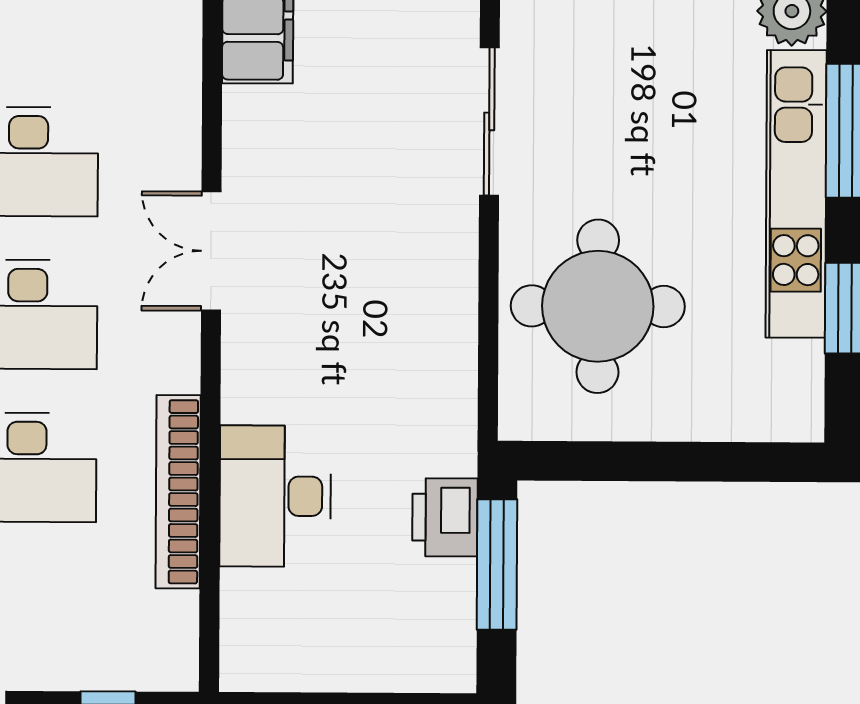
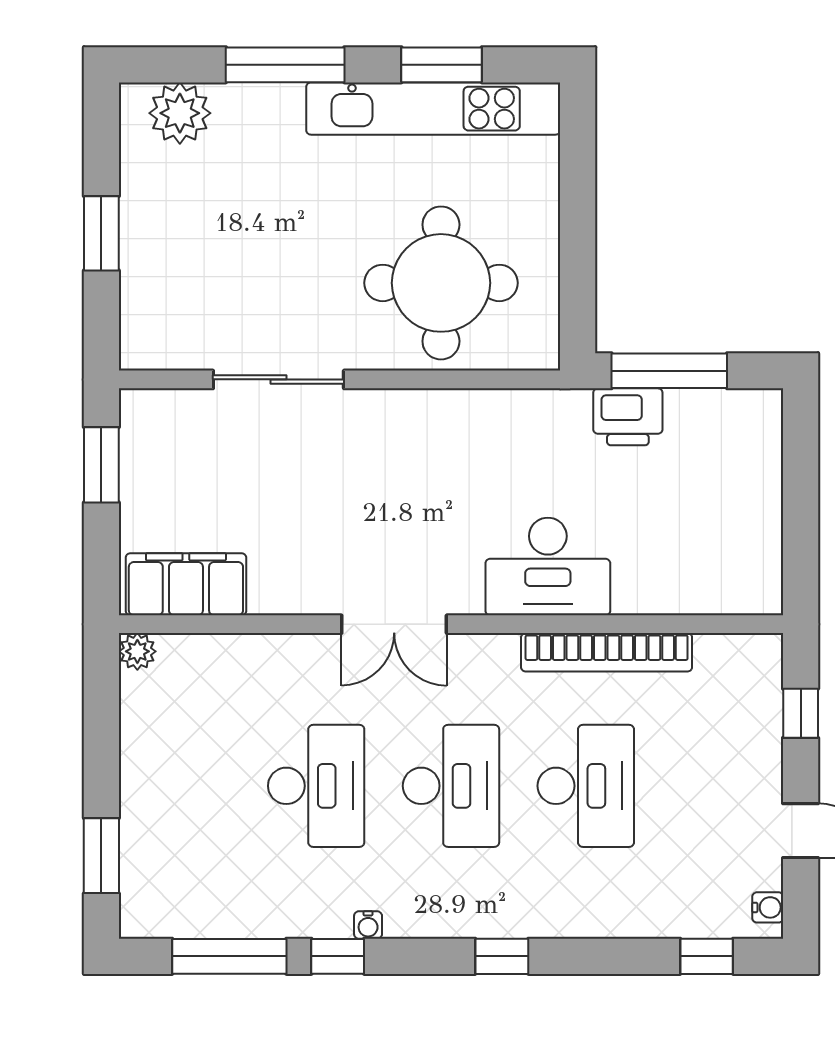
kitchen unit: (796, 194) -> (433, 109), moved
desk: (275, 496) -> (548, 566), moved

